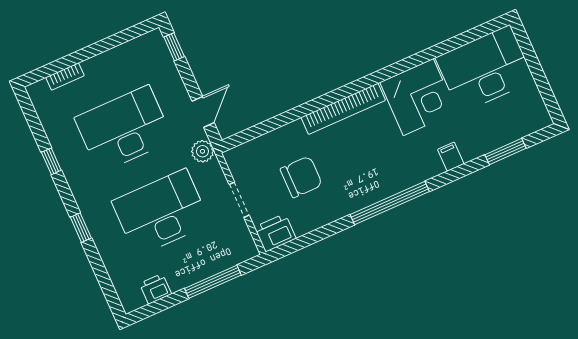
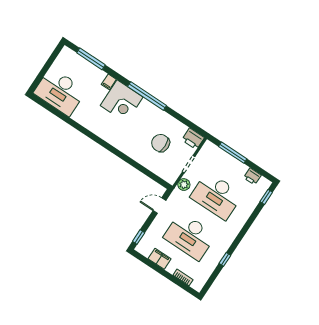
filing cabinet: (118, 58) -> (160, 259), added
corner desk: (418, 97) -> (122, 101), moved, turned 180
bookcase: (343, 109) -> (118, 144), removed
plant: (202, 151) -> (184, 185), moved
window: (505, 152) -> (91, 59), width x1.44
window: (81, 228) -> (266, 197), moved

